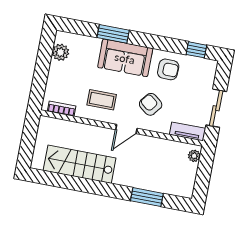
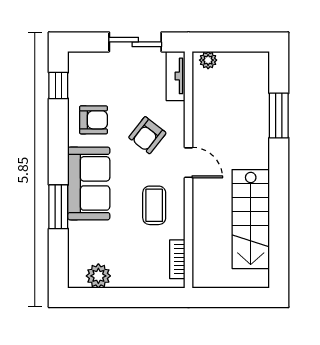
armchair: (168, 69) -> (93, 120), turned 88

